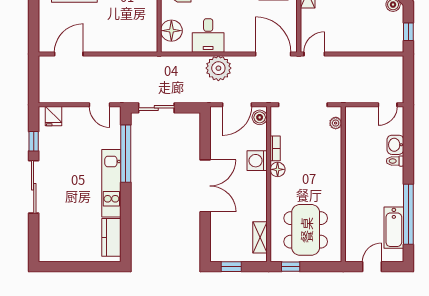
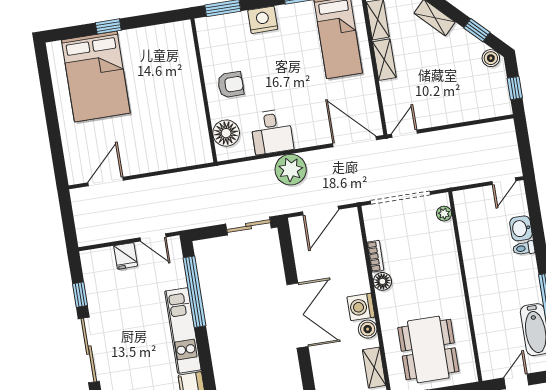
sliding door: (156, 108) -> (249, 226), moved
fridge: (53, 116) -> (126, 256), moved
boiler: (260, 117) -> (368, 329), moved
washing machine: (257, 161) -> (361, 307), moved

